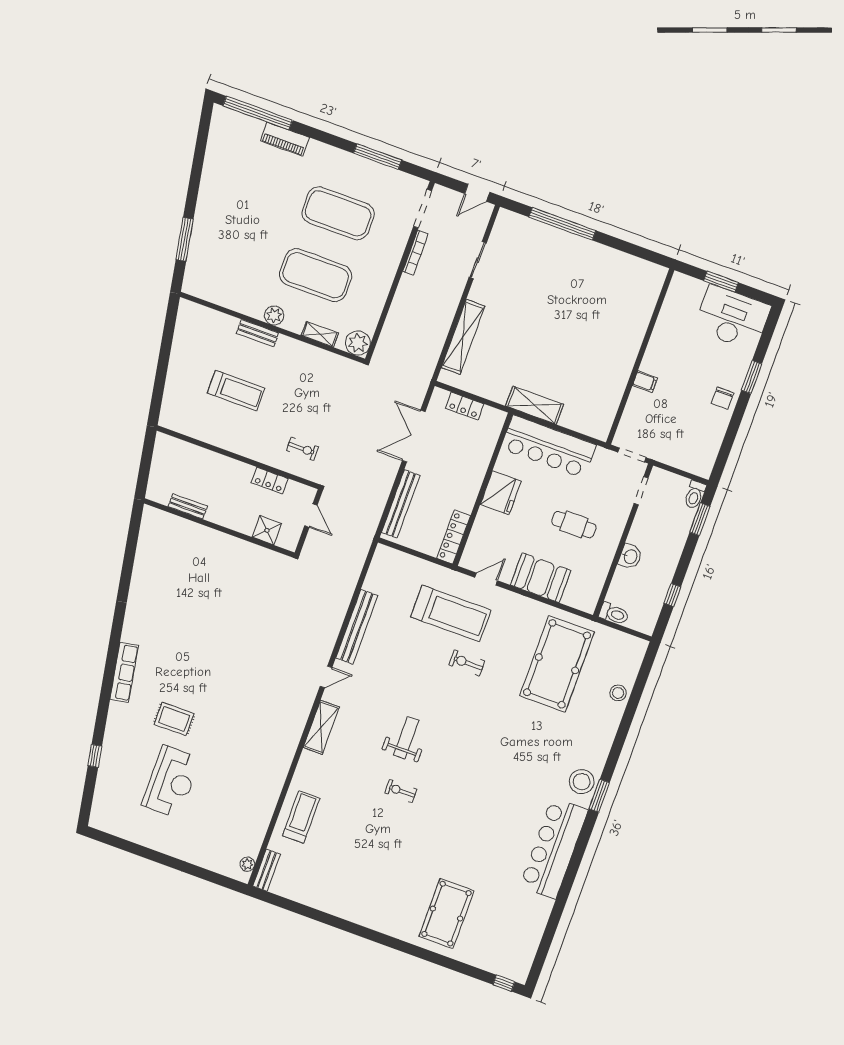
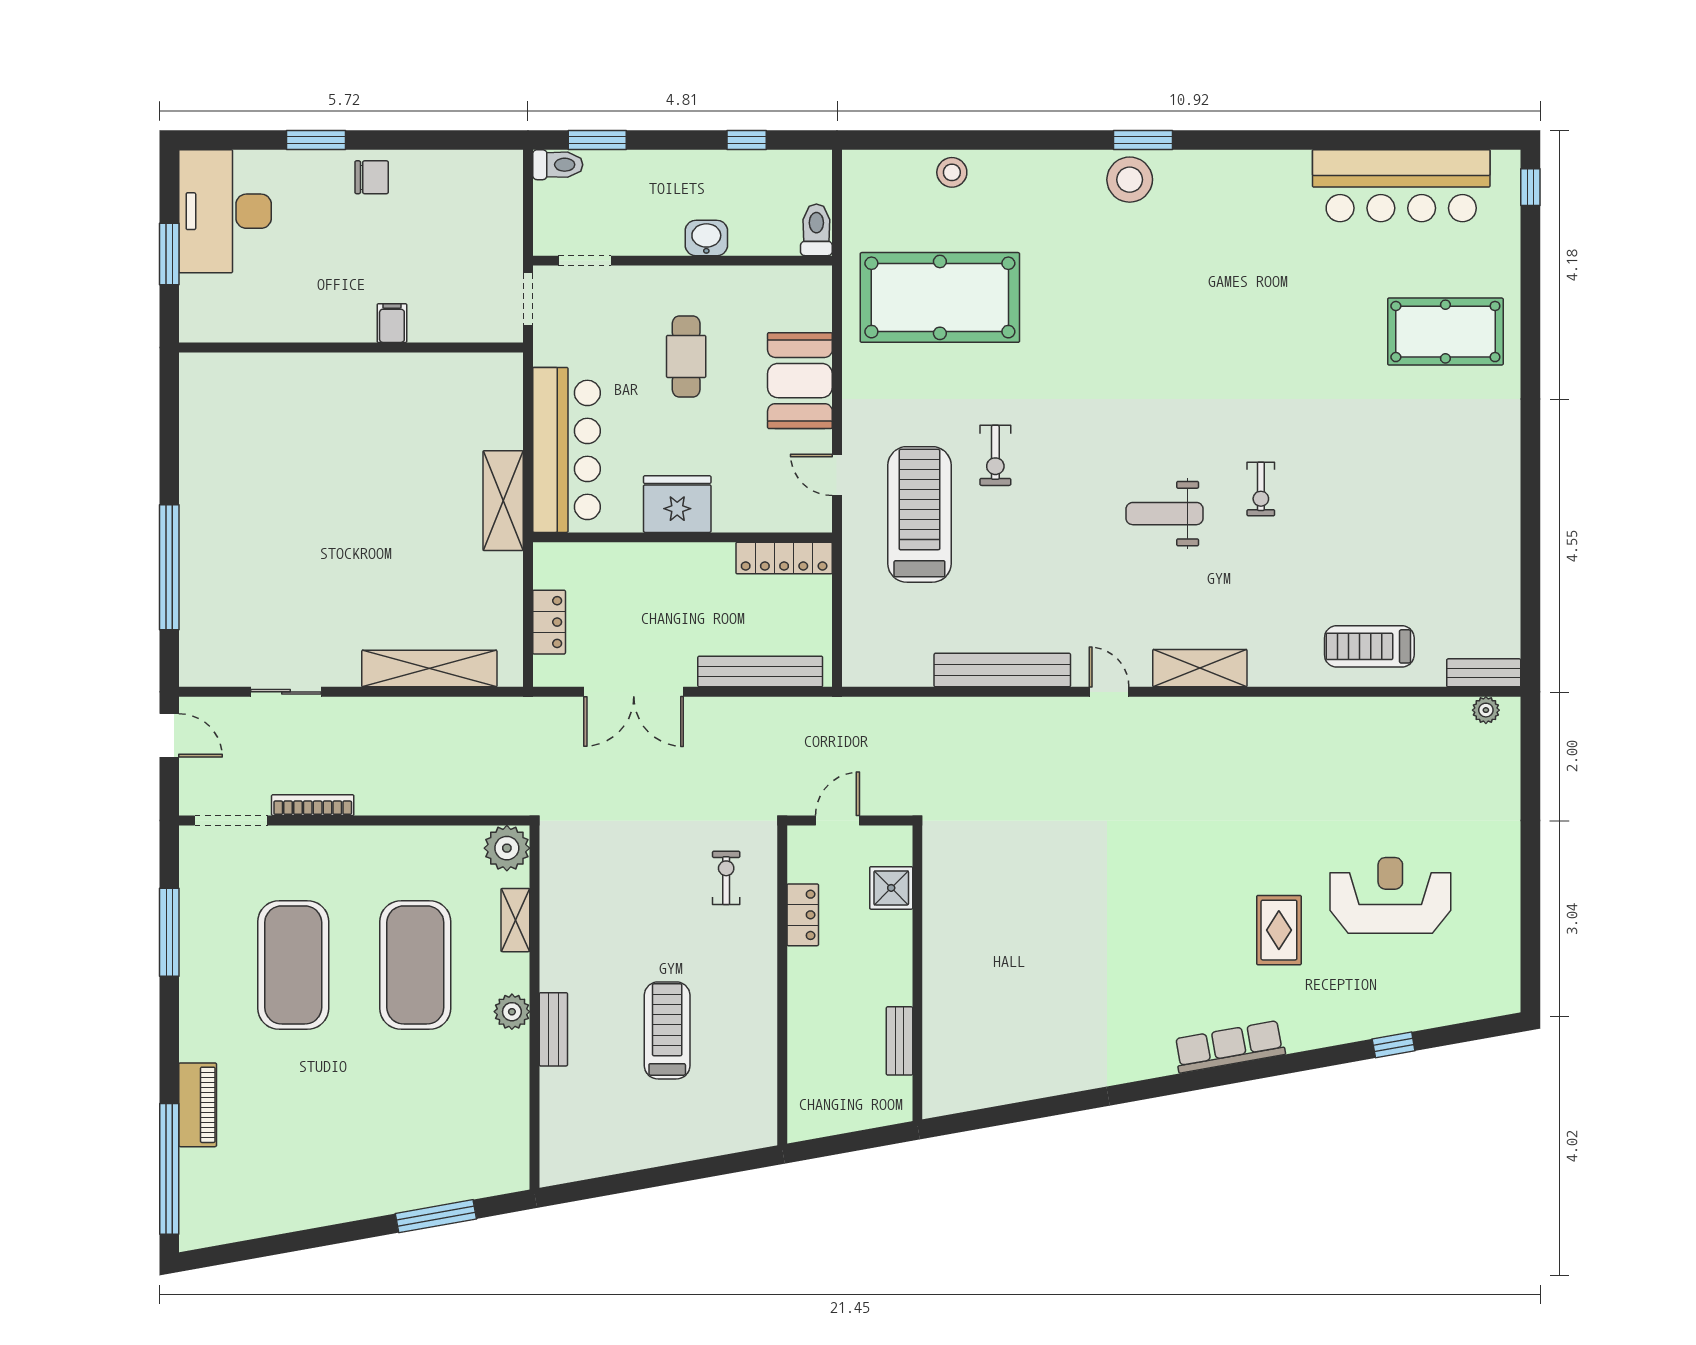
bar counter: (554, 848) -> (1401, 186), moved

